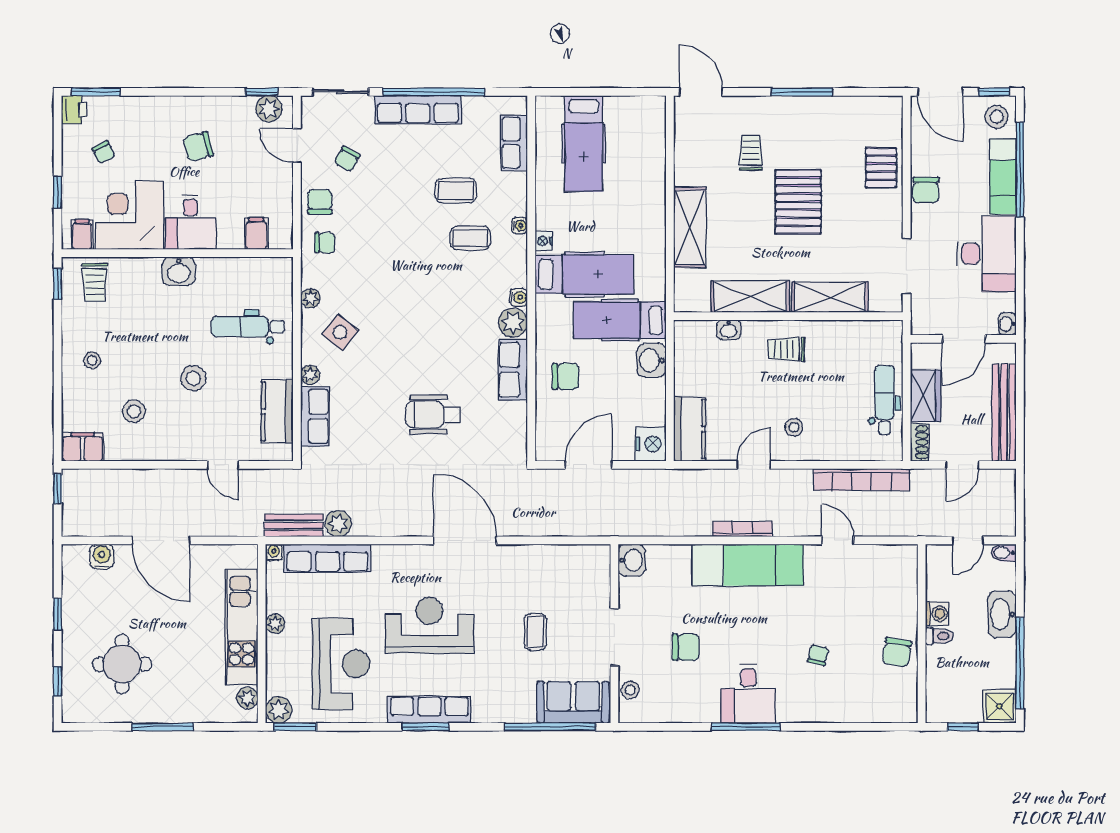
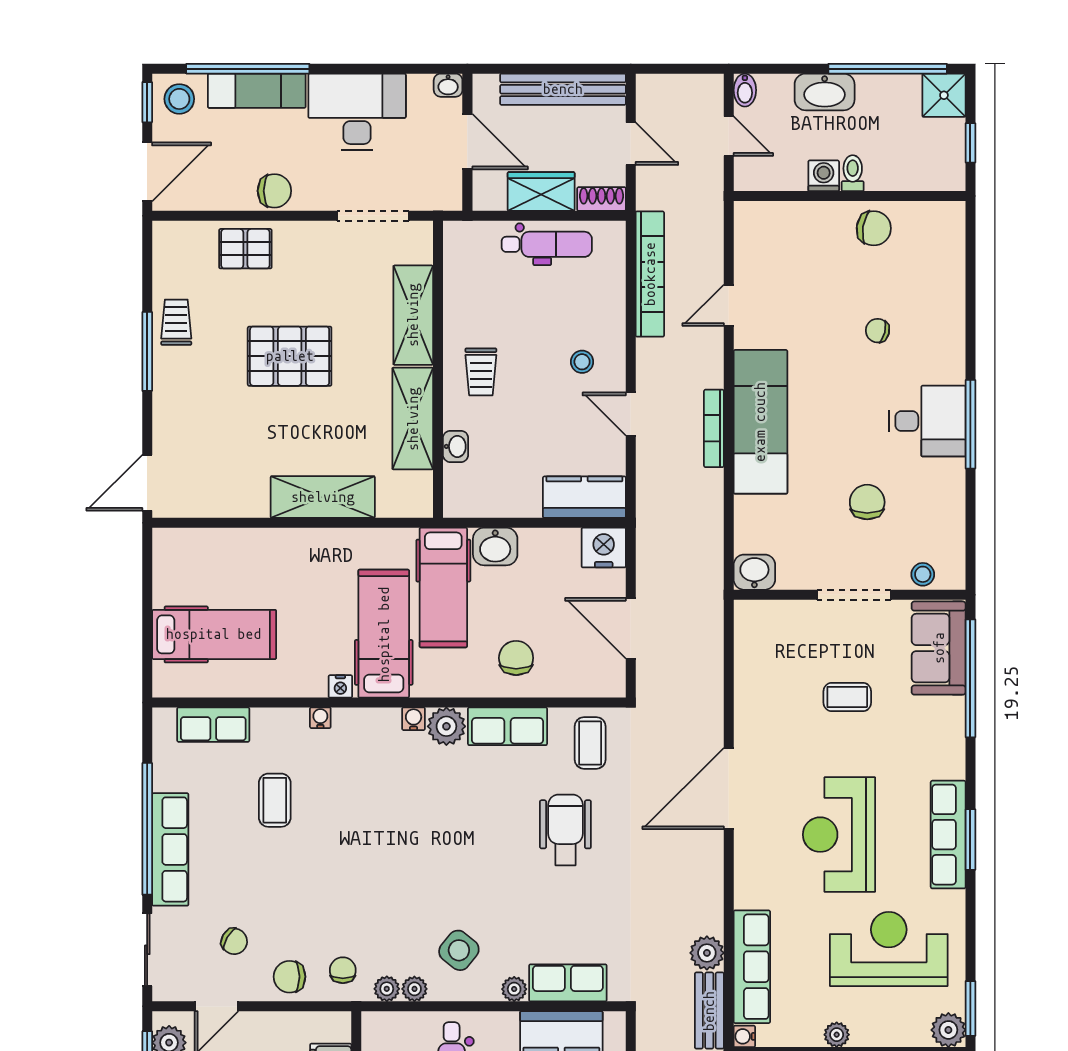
trolley: (751, 153) -> (176, 322), moved, turned 90
coffee table: (470, 238) -> (590, 743), moved
plant: (310, 277) -> (387, 989), added
dental chair: (885, 400) -> (547, 244), turned 180
wheelchair: (433, 415) -> (565, 830), turned 180

